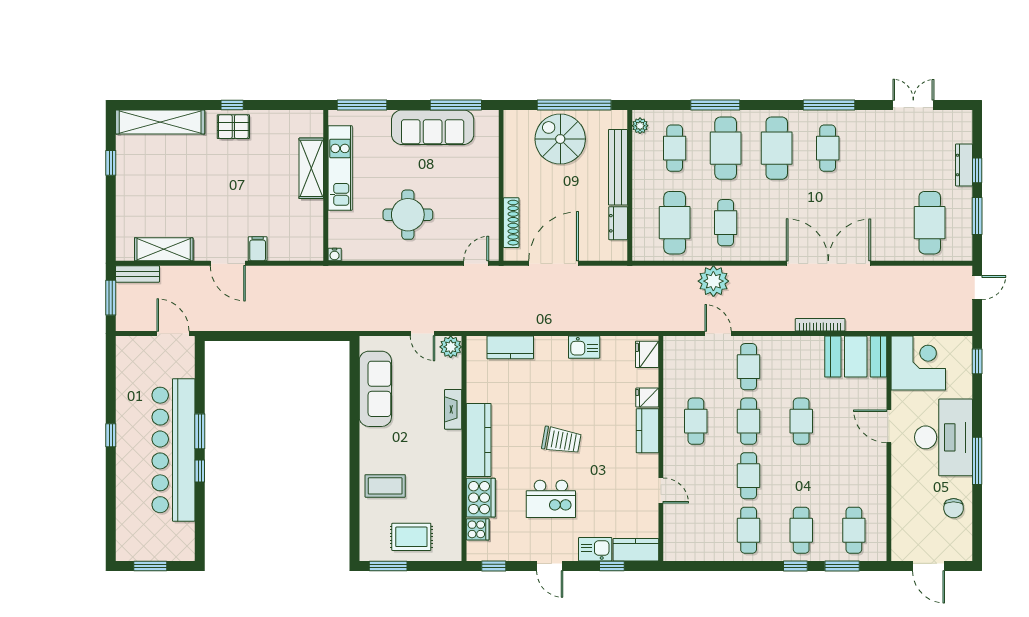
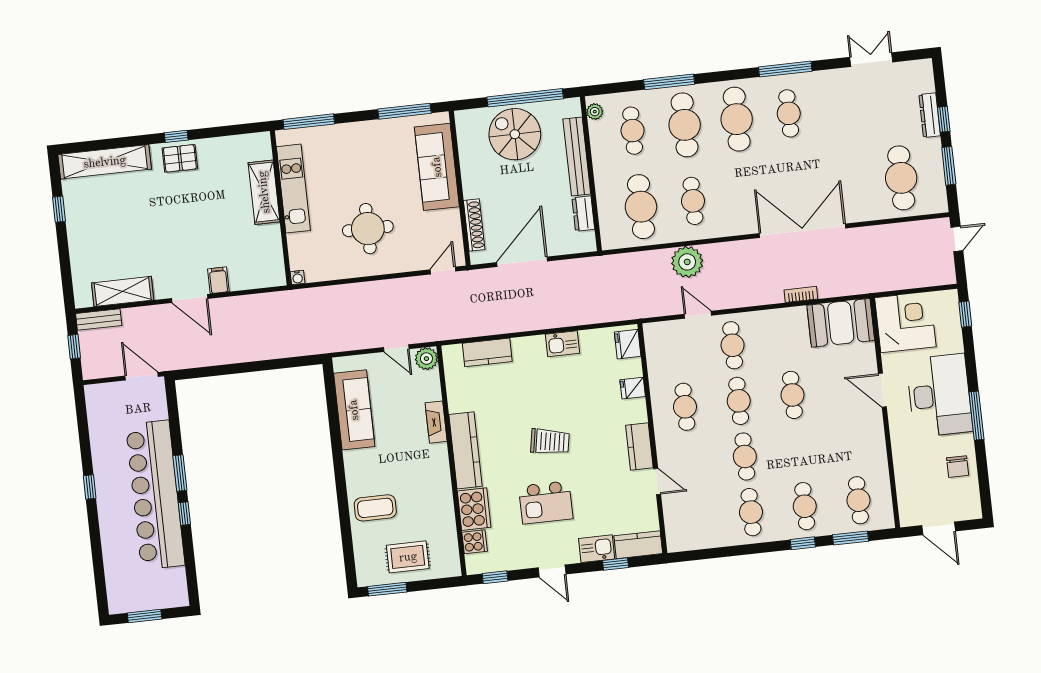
sofa: (433, 127) -> (437, 167), moved, turned 90
window: (111, 298) -> (74, 347), width x0.67
bookcase: (820, 325) -> (801, 294), width x0.64
kitchen counter: (647, 431) -> (639, 446), moved

